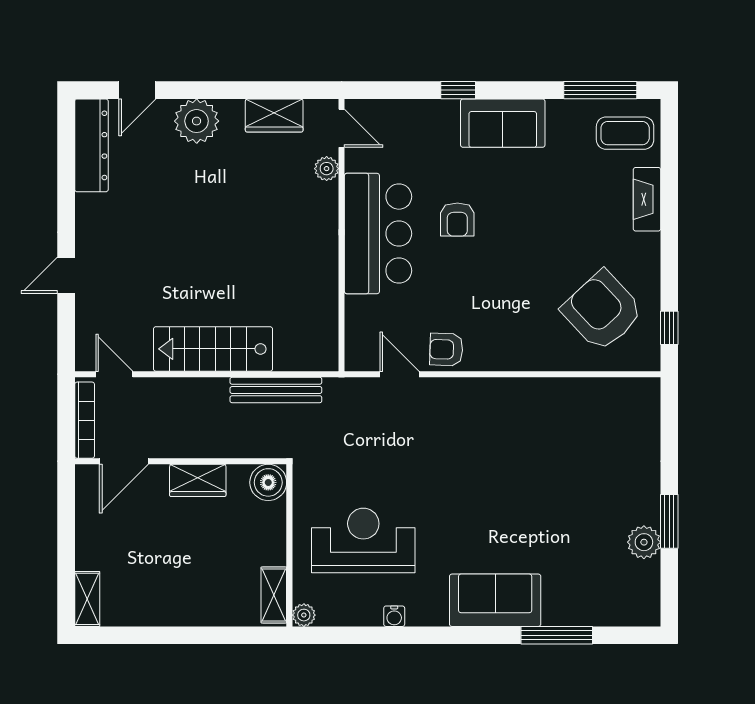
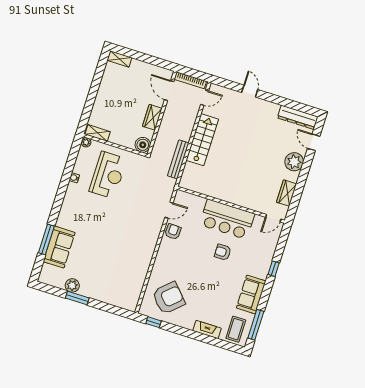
sofa: (503, 123) -> (251, 294), moved
plant: (327, 169) -> (259, 207), removed
sofa: (495, 600) -> (59, 247), moved

